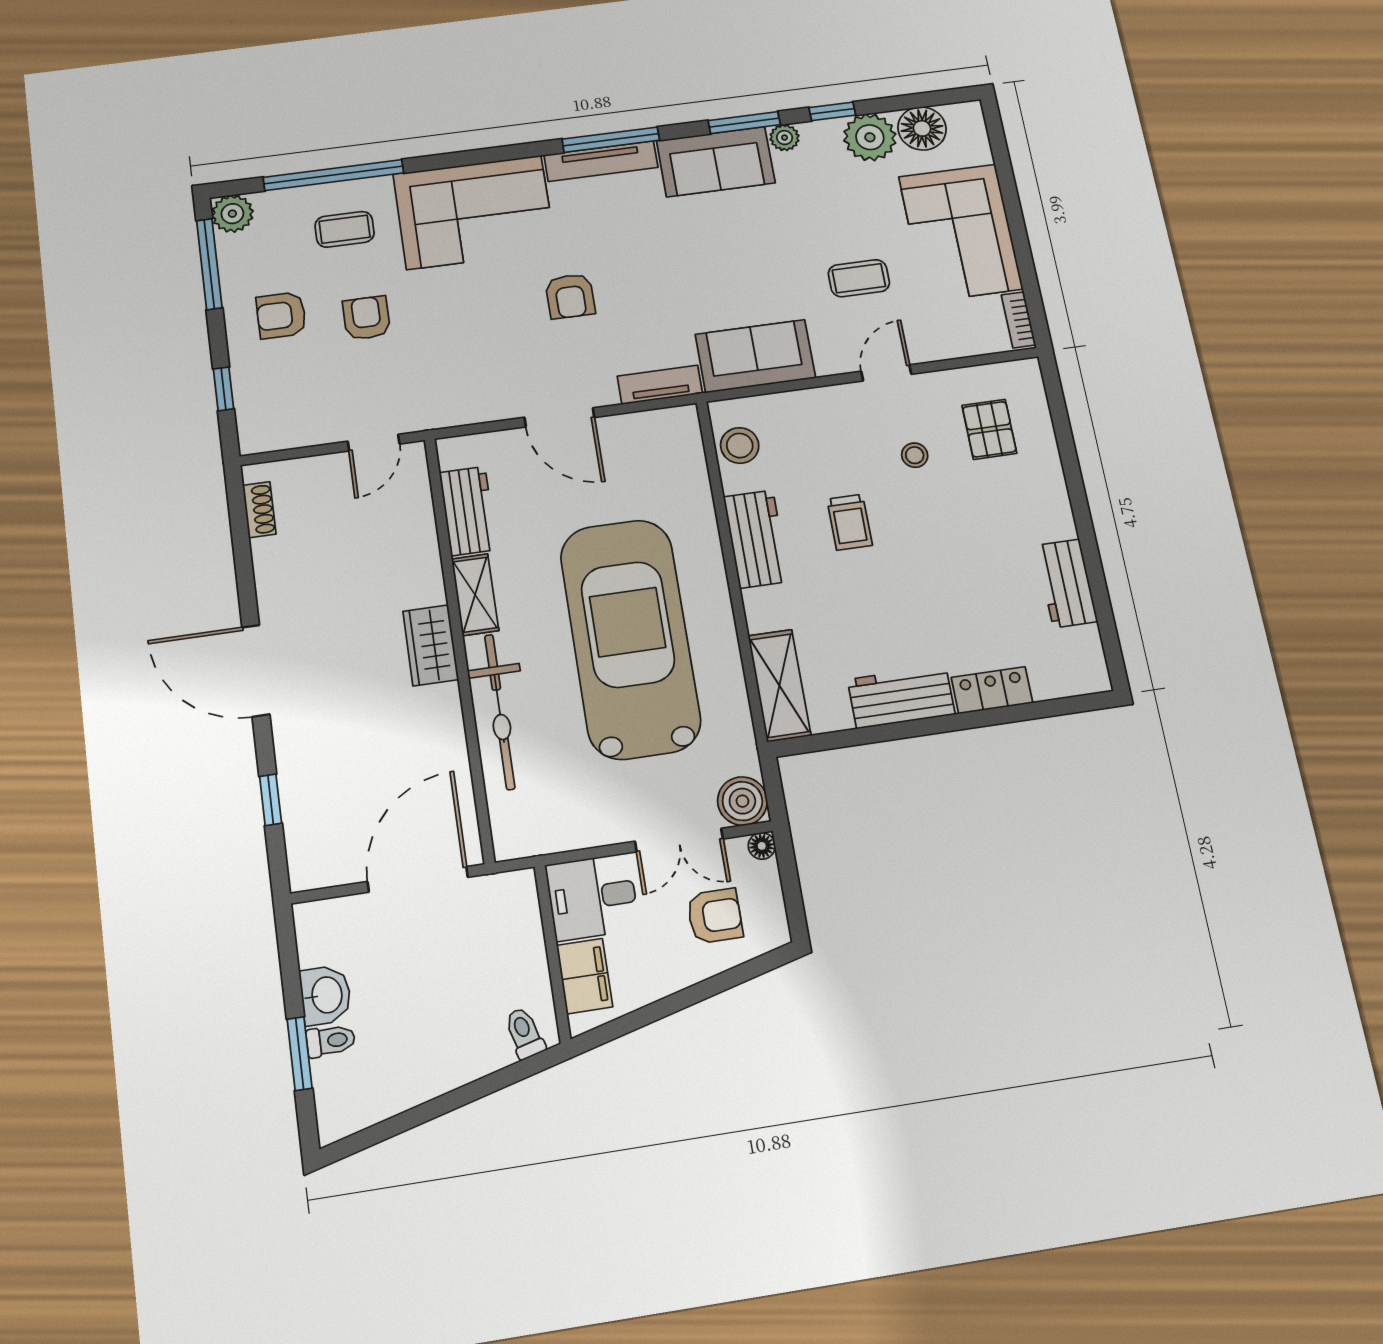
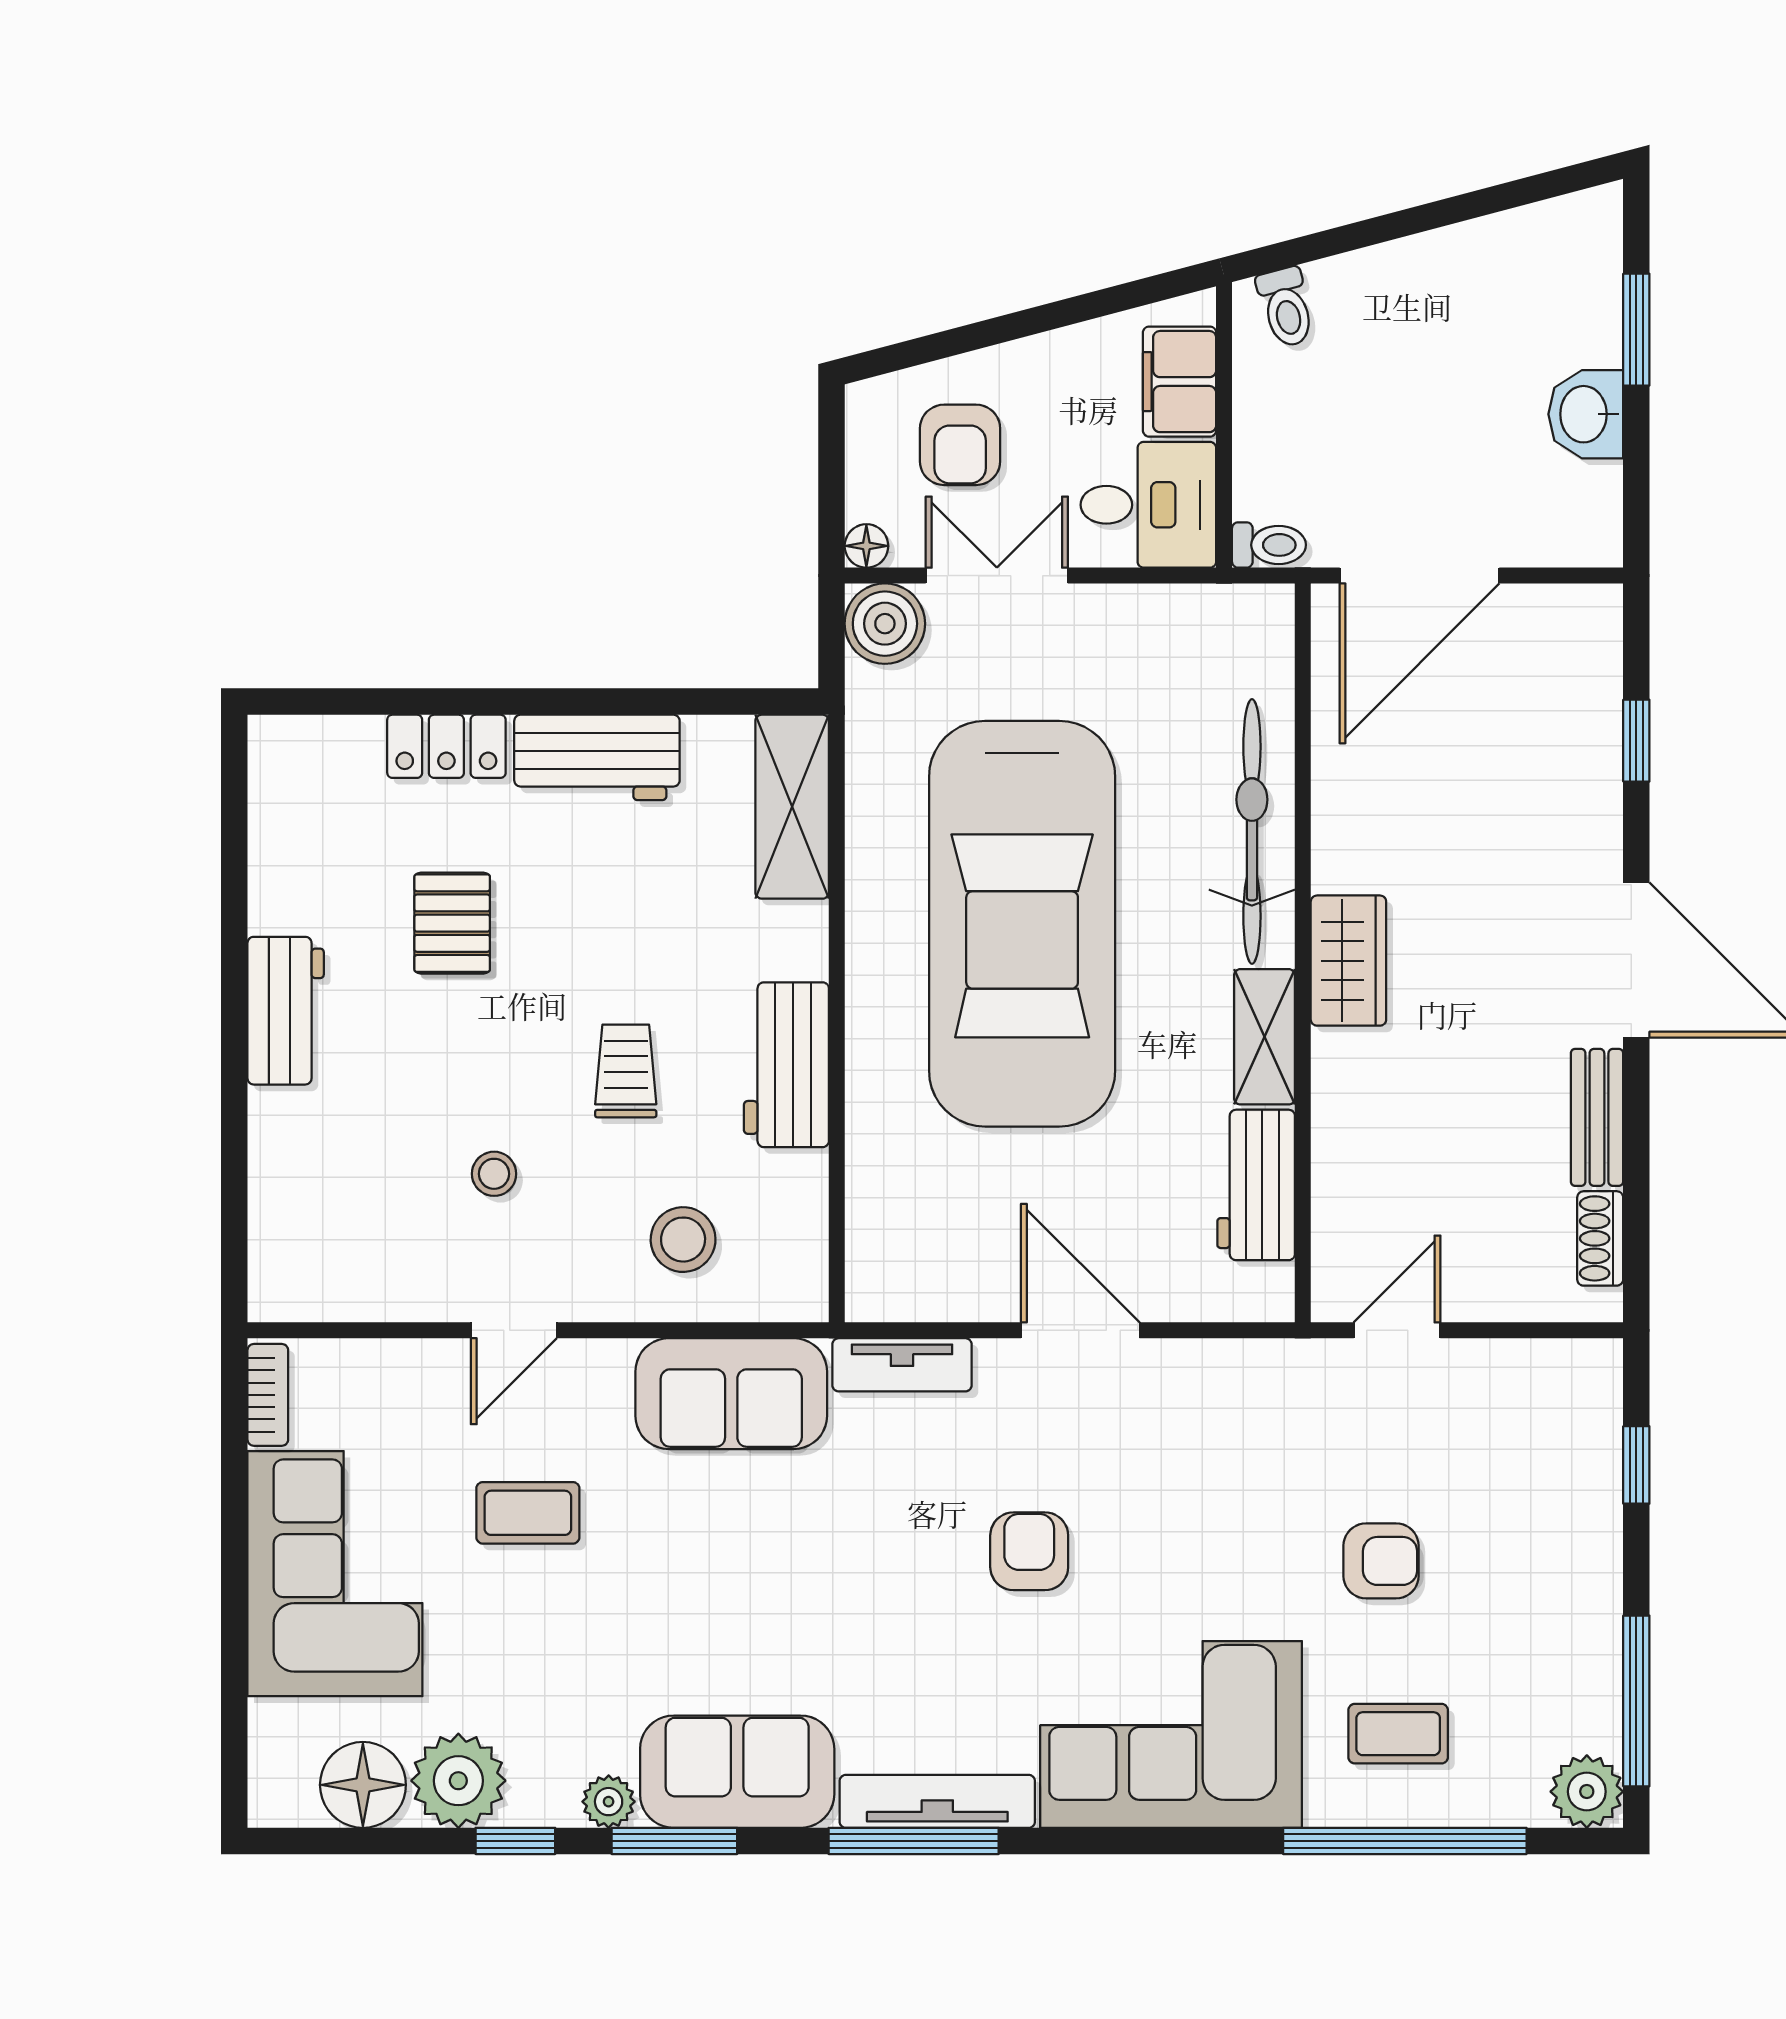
armchair: (281, 315) -> (1525, 1587), removed
armchair: (366, 318) -> (1381, 1561), turned -90
pallet: (989, 429) -> (452, 923), moved
stool: (740, 446) -> (683, 1240), moved
bench: (269, 577) -> (1597, 1117), added
workbench: (1066, 583) -> (286, 1011), moved
armchair: (715, 916) -> (960, 445), turned -90
toilet: (331, 1041) -> (1269, 545), moved, turned 180

